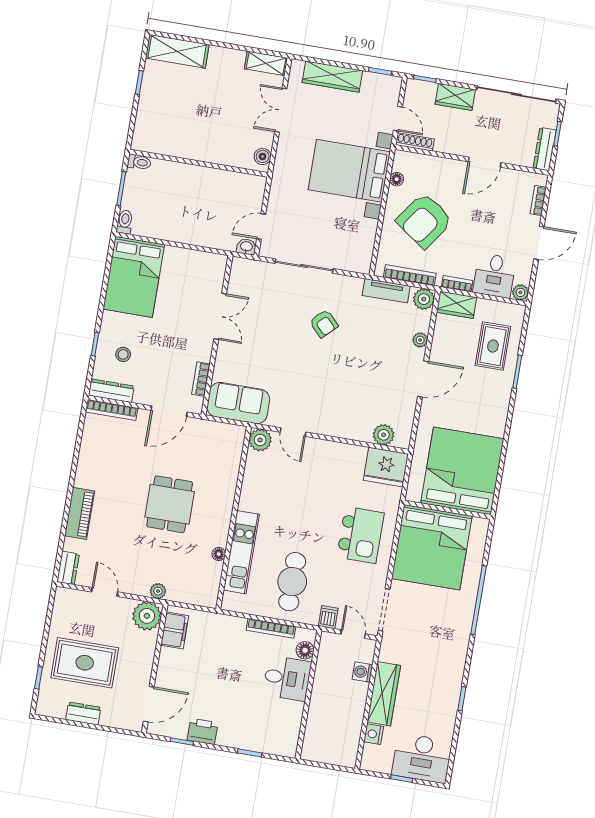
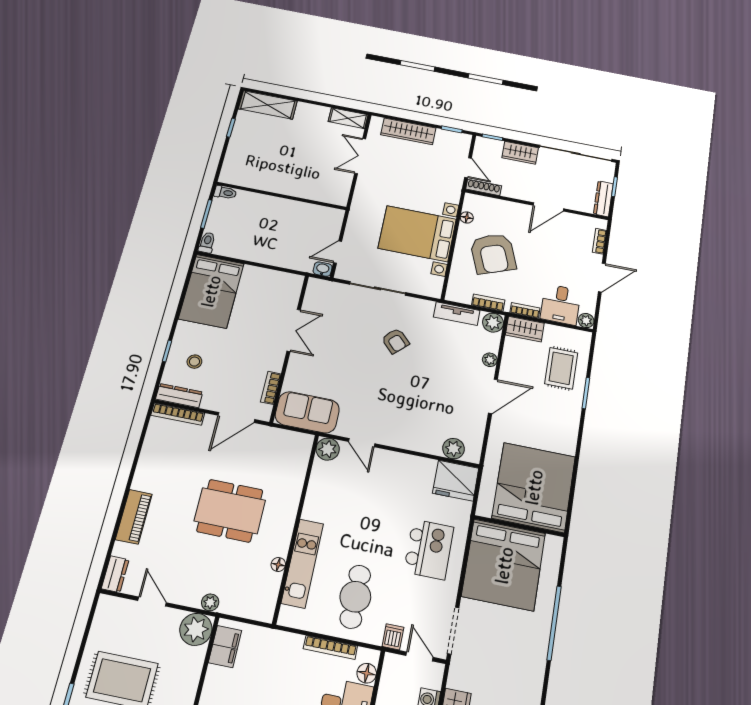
boiler: (263, 156) -> (342, 193), removed
bed with nightstands: (349, 171) -> (417, 234), moved
armchair: (424, 221) -> (493, 254), turned -56
bookcase: (410, 275) -> (488, 303), width x0.64
dining table: (170, 504) -> (230, 511), width x1.38

